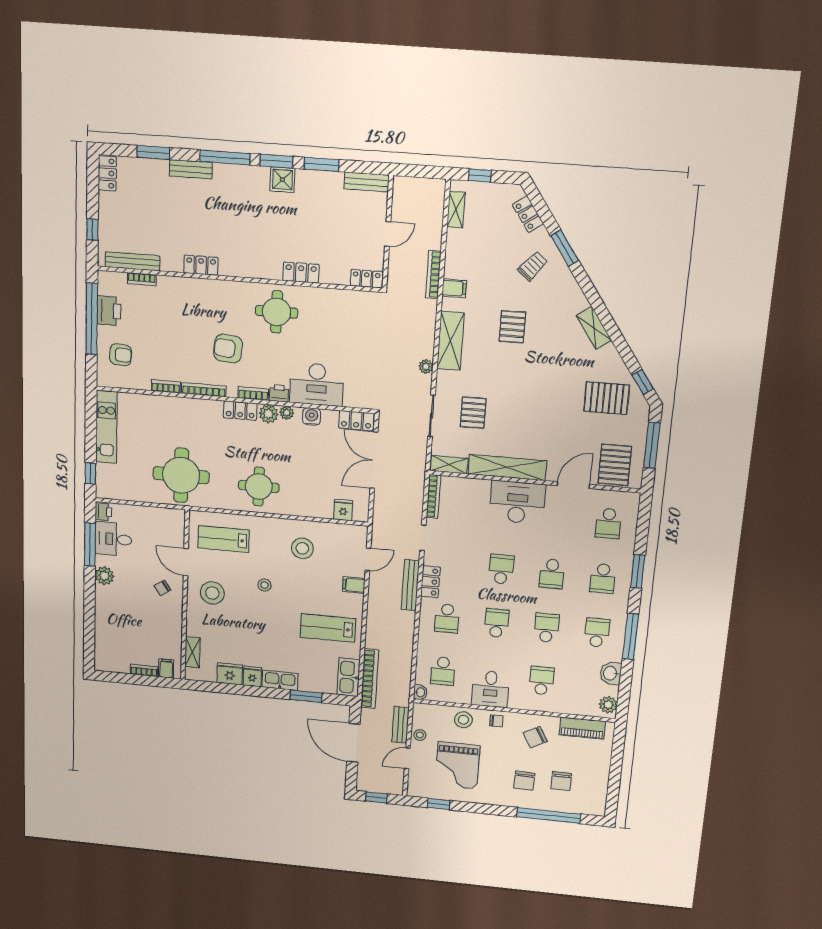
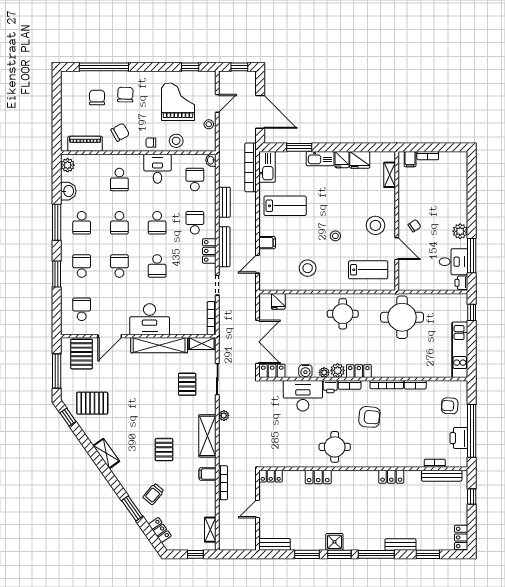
bench: (400, 725) -> (224, 202), moved

